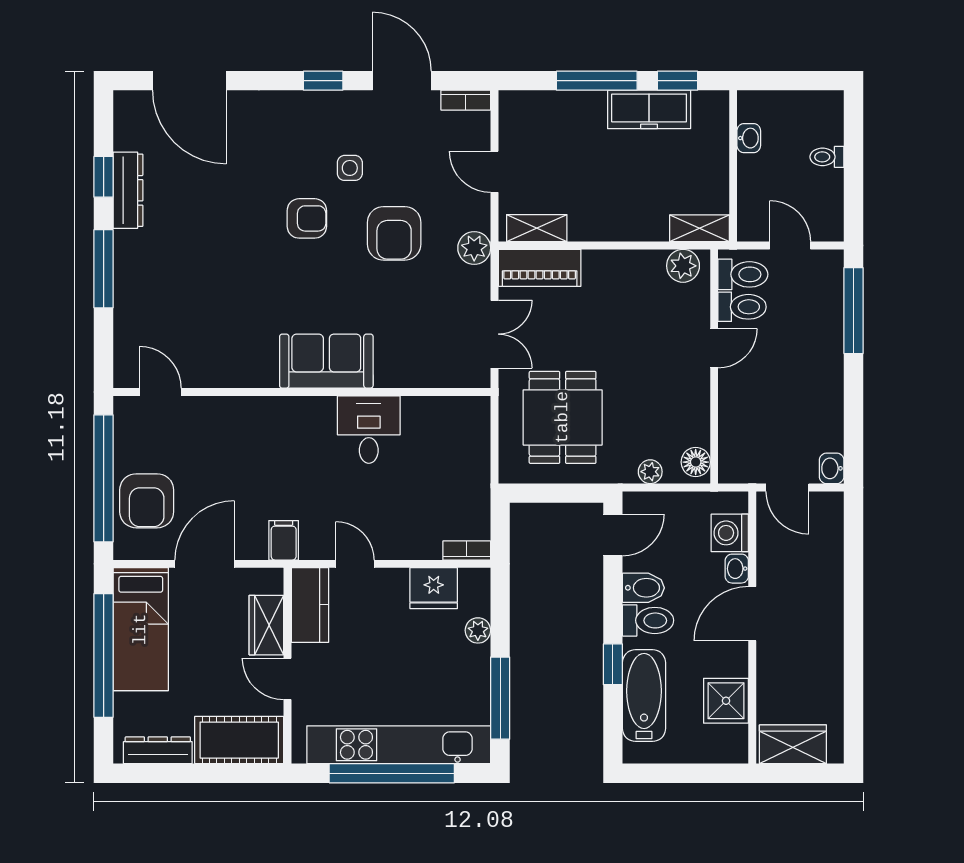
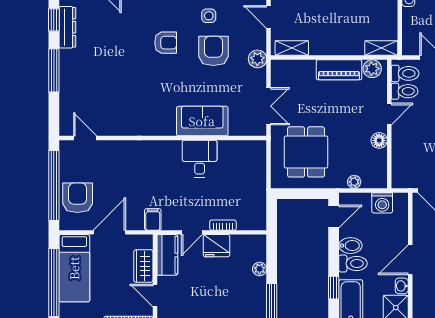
side table: (350, 168) -> (209, 16), moved
armchair: (394, 233) -> (213, 51), turned 180
piano: (540, 268) -> (339, 70), moved
sofa: (326, 361) -> (202, 121), moved
floor lamp: (696, 462) -> (379, 140), moved
armchair: (147, 501) -> (78, 198), turned 180
washing machine: (730, 533) -> (382, 203), moved, turned -90
bookcase: (467, 550) -> (223, 225), moved
door: (355, 564) -> (192, 232), swing flipped
washbasin: (737, 569) -> (402, 286), moved
fridge: (434, 588) -> (217, 246), moved

